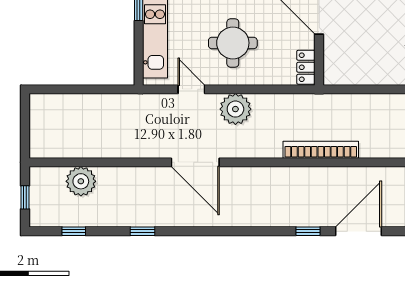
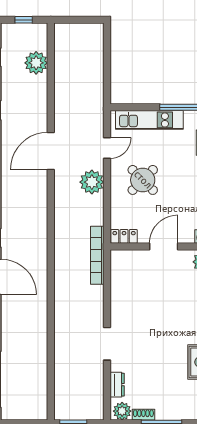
round table: (233, 43) -> (143, 180), turned 45
bookcase: (321, 150) -> (97, 255), moved, turned 180

